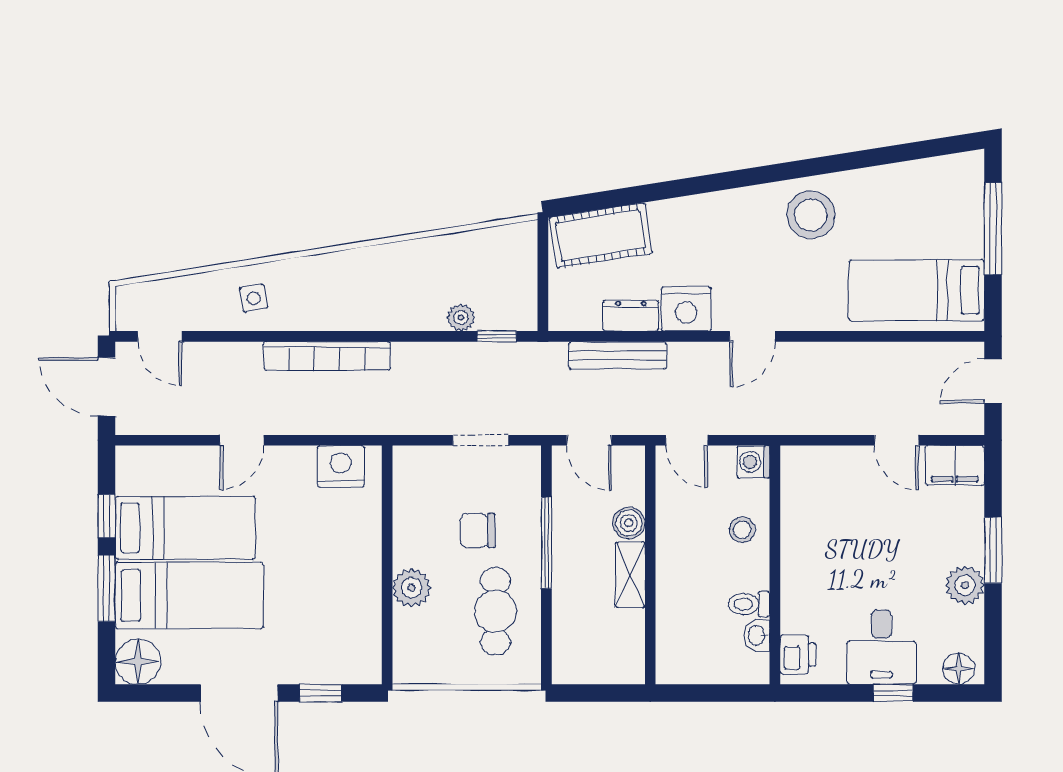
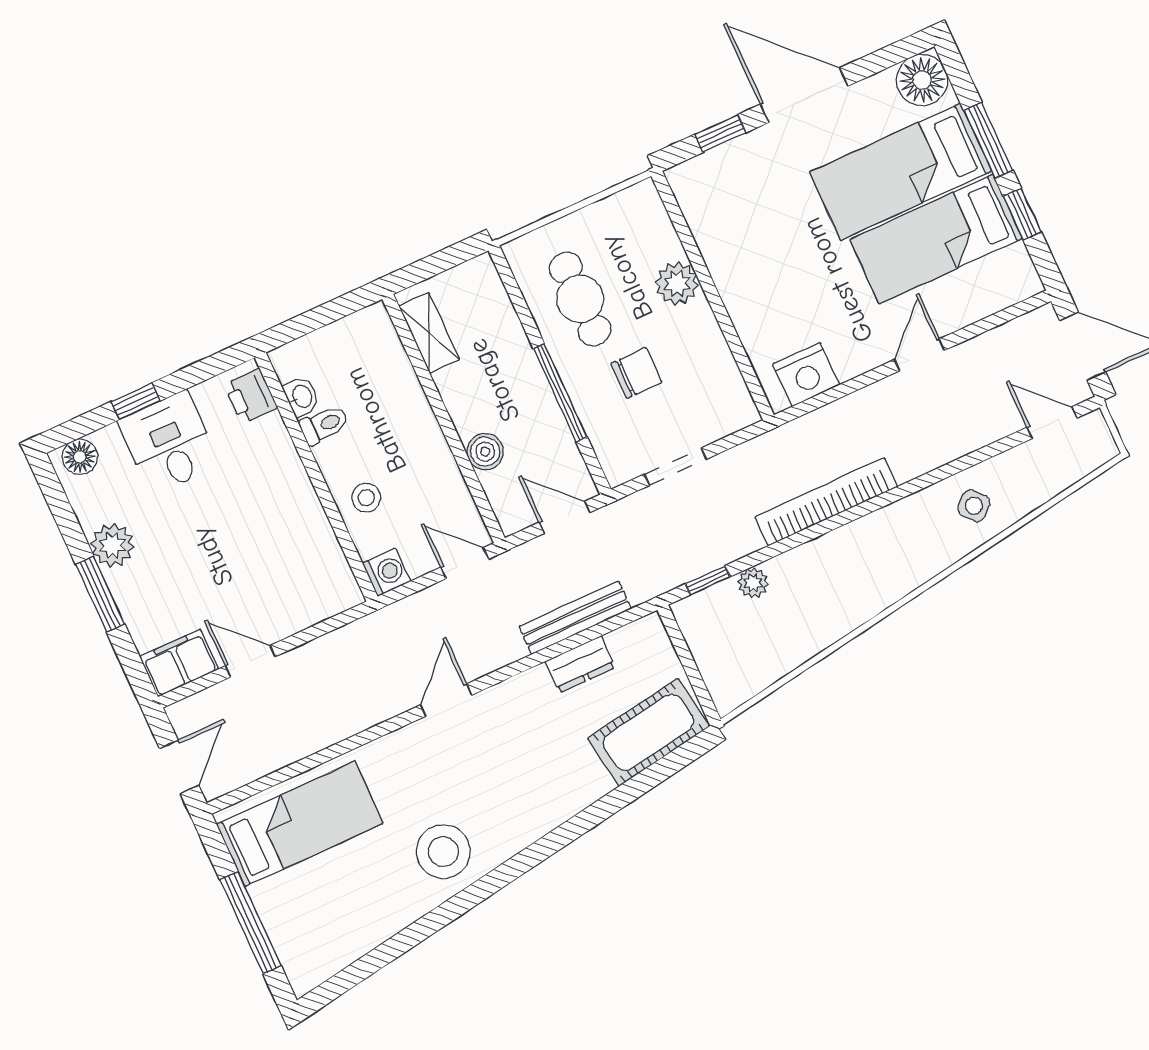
side table: (254, 298) -> (974, 506), turned -32
nightstand: (686, 309) -> (527, 697), removed
bookcase: (327, 356) -> (826, 502), moved
shelving: (630, 575) -> (429, 333), moved

